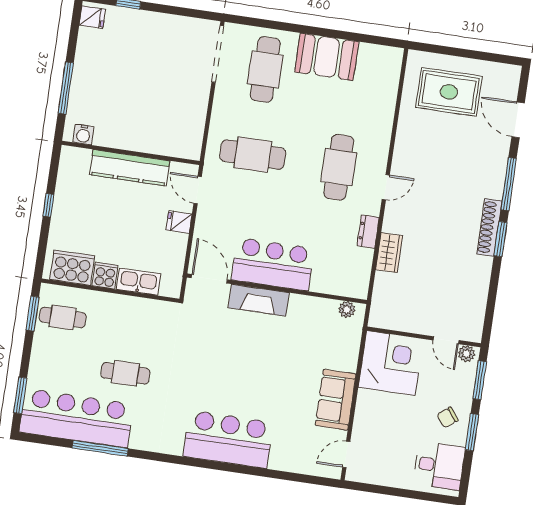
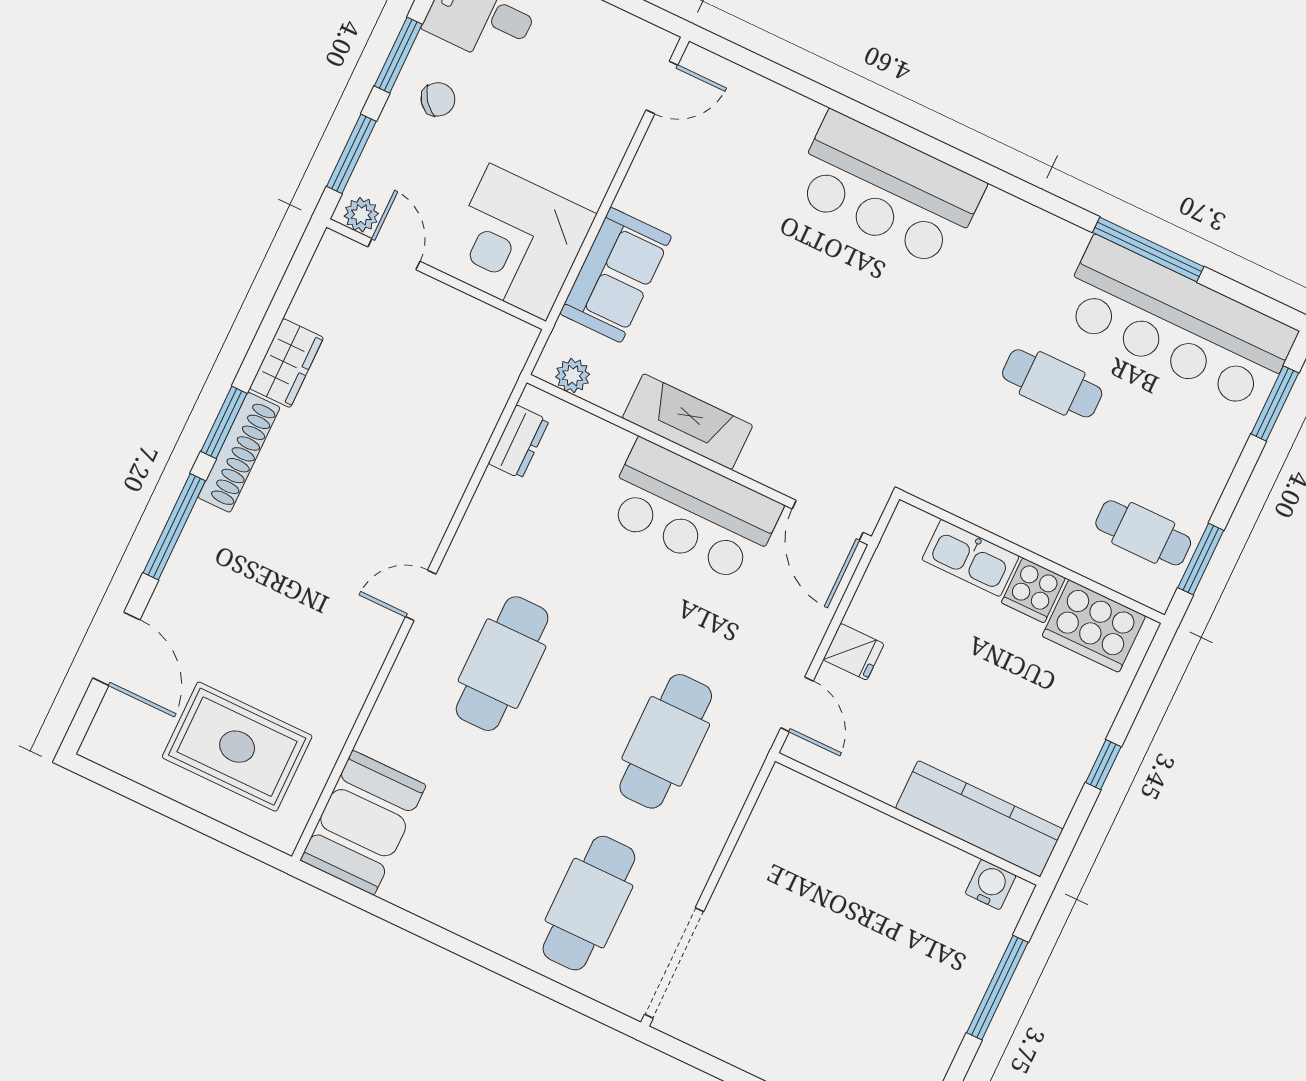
booth: (327, 57) -> (363, 823), moved, turned 90
cafe table: (253, 155) -> (666, 741), turned 90
kitchen counter: (130, 168) -> (979, 819), moved
dresser: (368, 232) -> (519, 442), moved
wardrobe: (389, 253) -> (287, 363), moved, turned 180
fireplace: (259, 300) -> (687, 422), moved
sofa: (336, 400) -> (616, 275), moved

